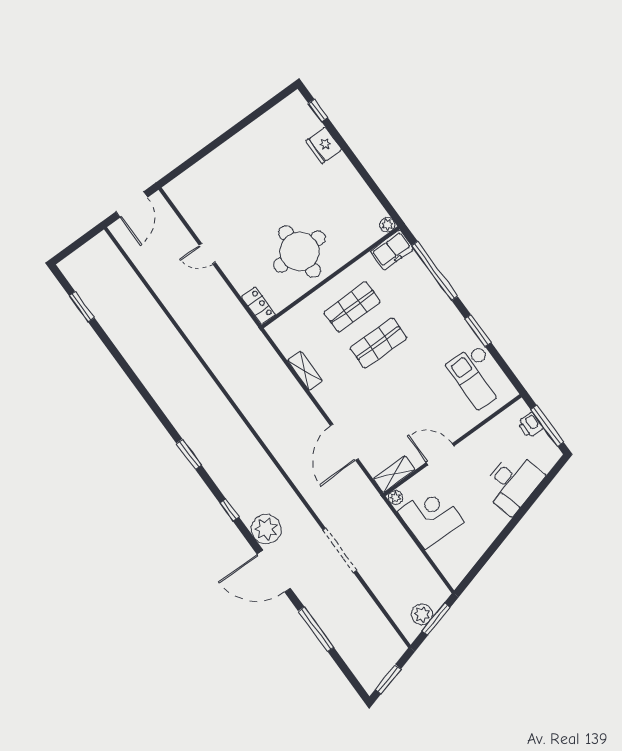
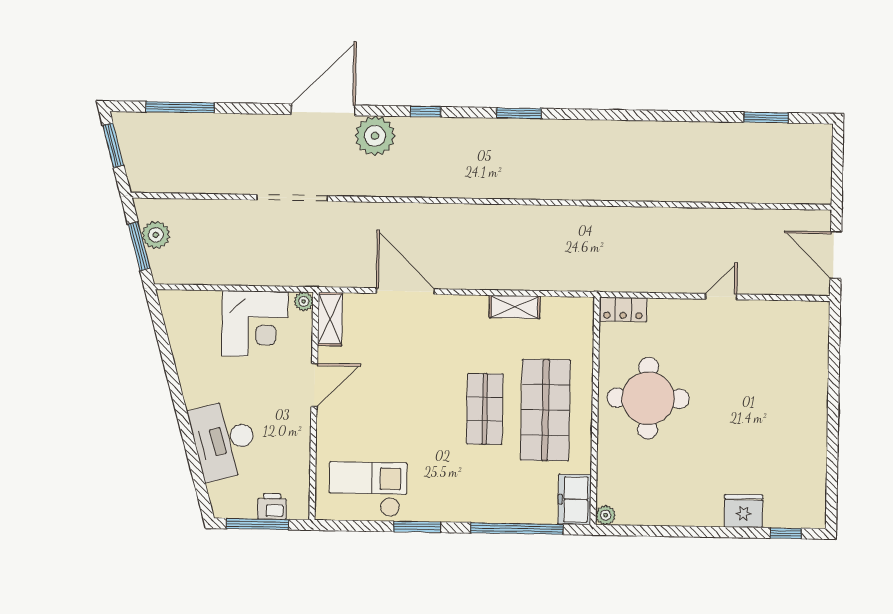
shop shelf: (352, 307) -> (545, 410), width x1.43, depth x1.36
window: (316, 629) -> (180, 107), moved

